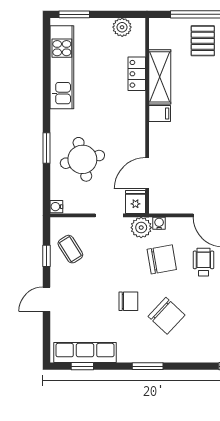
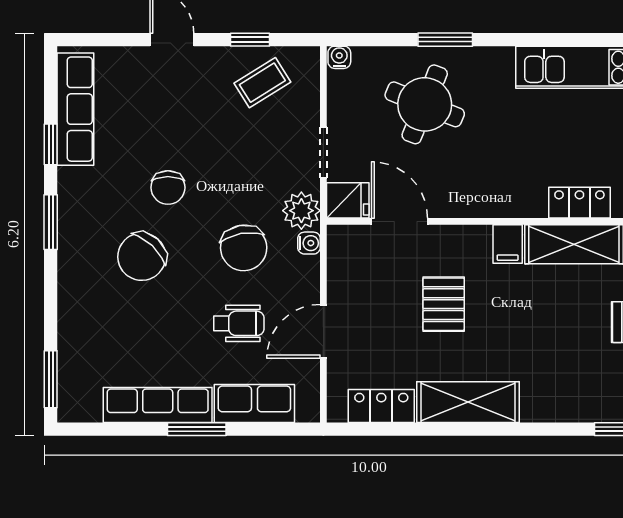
pallet: (193, 149) -> (444, 304), added
round table: (82, 159) -> (425, 104), turned 35
window: (82, 366) -> (51, 144), moved

